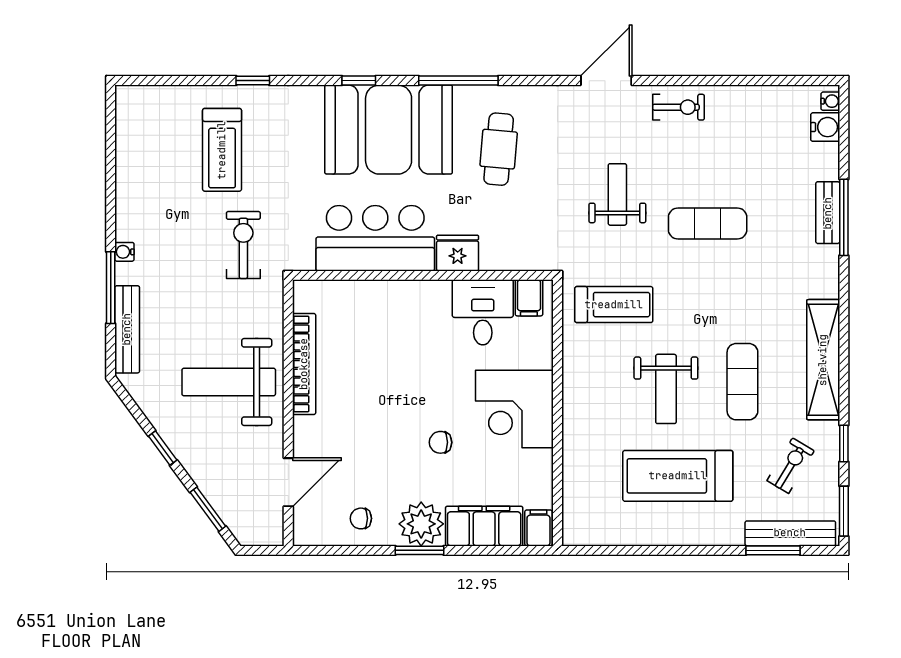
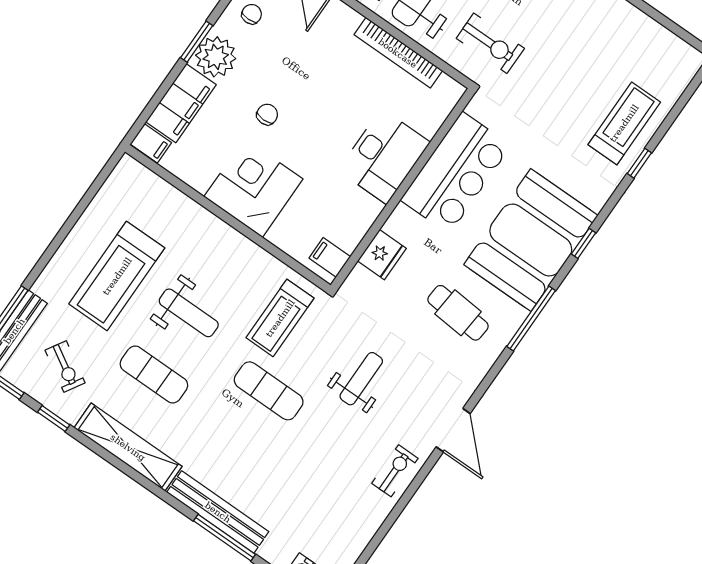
exercise bike: (679, 107) -> (395, 471), turned 180
treadmill: (222, 150) -> (624, 123), moved, turned 90
weight bench: (617, 194) -> (361, 379), turned -90
bench: (828, 213) -> (218, 512), width x1.86, depth x1.21
exercise mat: (708, 223) -> (269, 391), moved, turned 90
exercise bike: (243, 245) -> (490, 43), moved
fridge: (458, 253) -> (382, 255), moved
desk: (483, 312) -> (384, 156), moved, width x1.37
weight bench: (666, 389) -> (189, 313), turned 180
treadmill: (678, 476) -> (117, 276), turned 180

